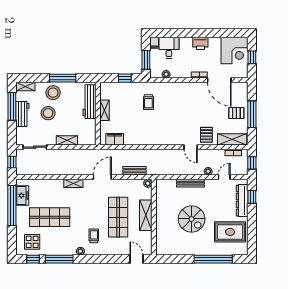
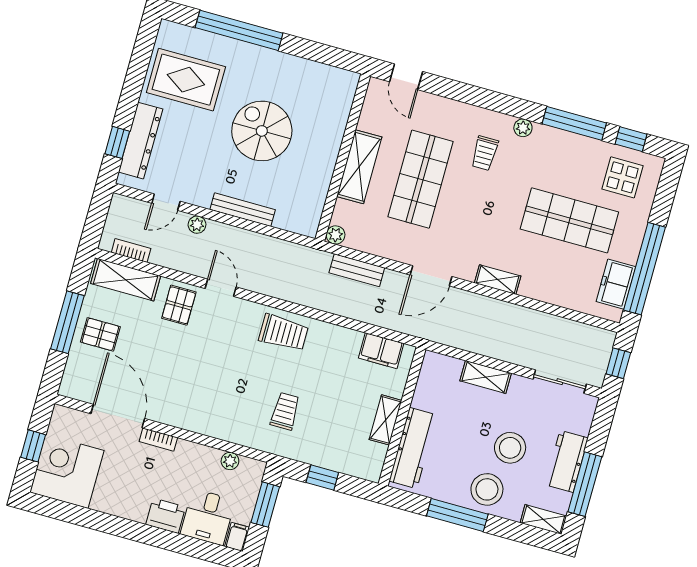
printer: (200, 43) -> (166, 516), moved
trolley: (158, 135) -> (283, 333), added
window: (252, 163) -> (97, 217), removed

